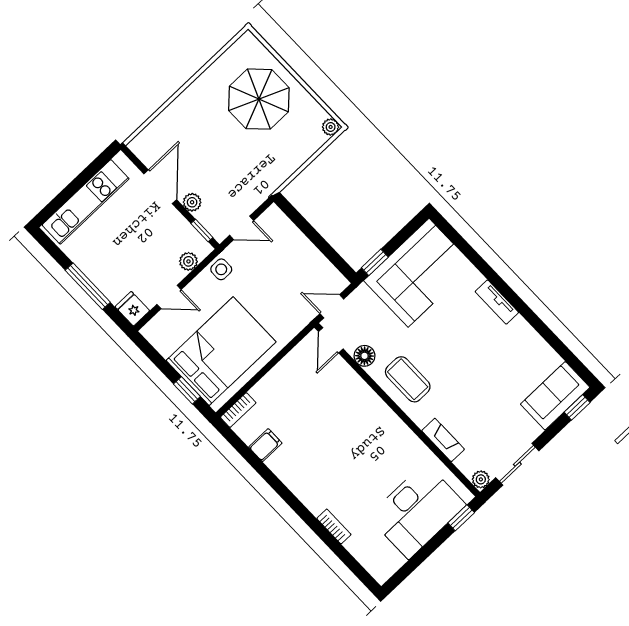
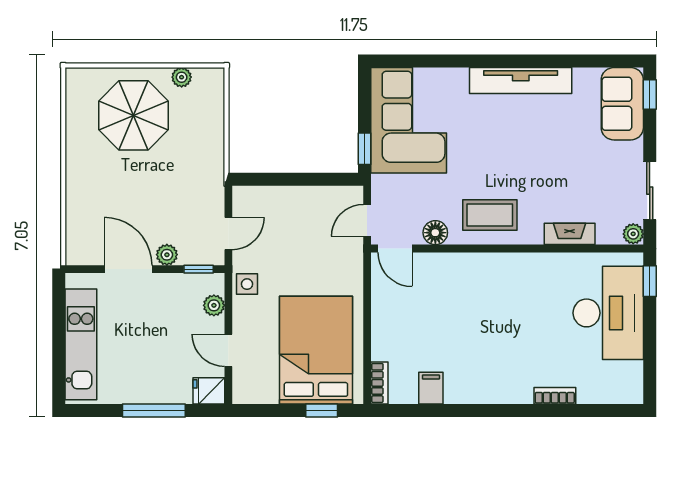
plant: (331, 127) -> (182, 77), moved
door: (169, 297) -> (228, 350), swing flipped
tv unit: (497, 302) -> (521, 80), width x1.92, depth x1.29

